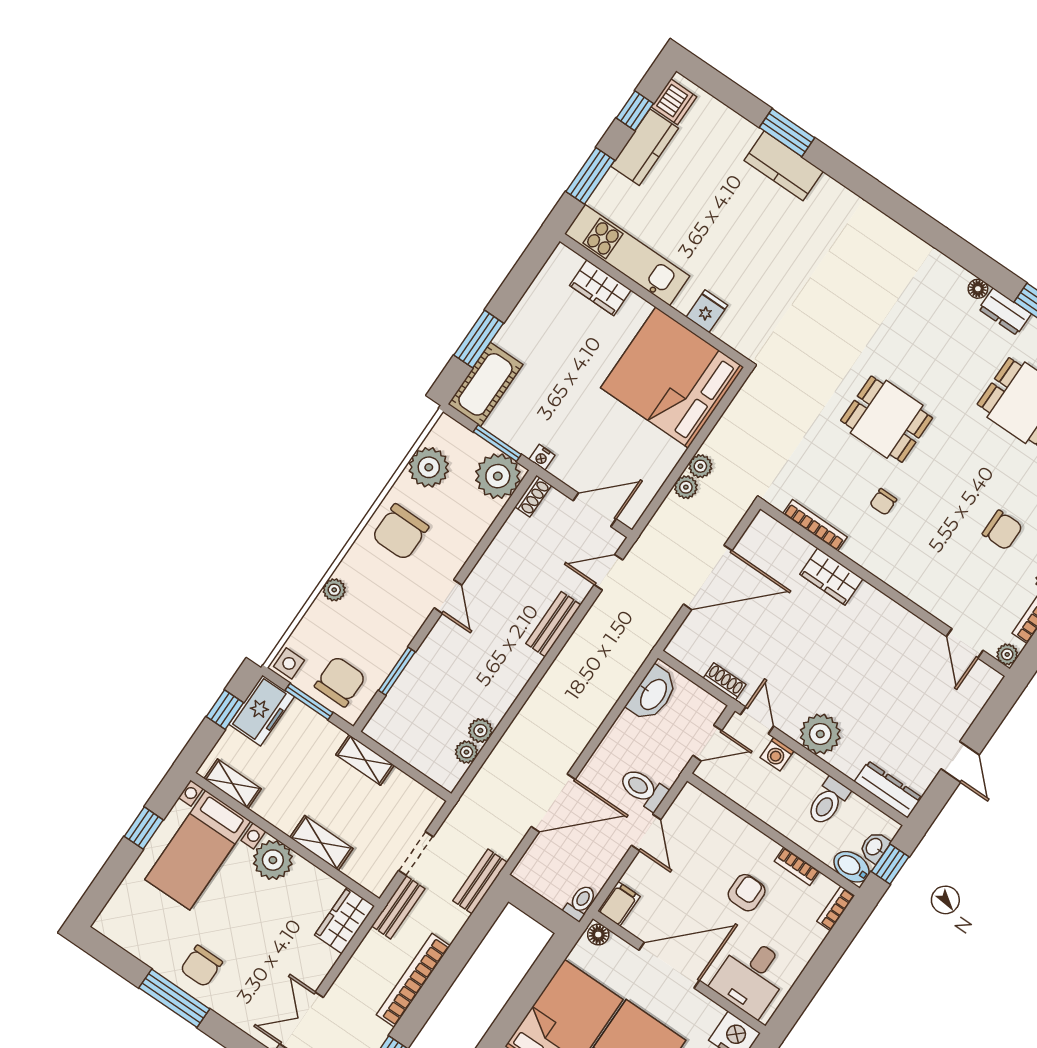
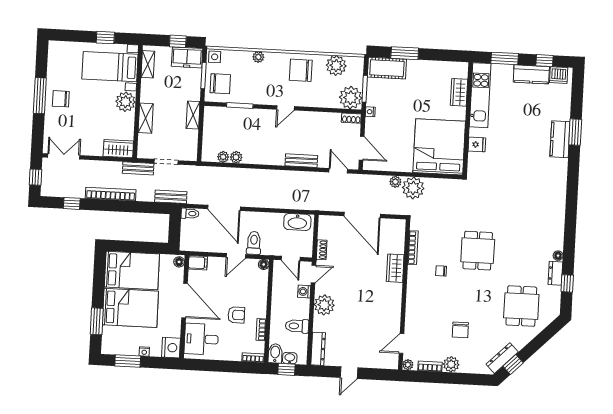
plant: (700, 466) -> (413, 188), width x1.88, depth x1.88
floor lamp: (690, 795) -> (264, 264), added
toilet: (580, 902) -> (190, 213), moved

